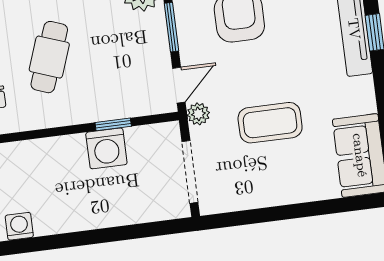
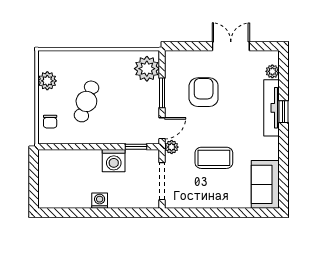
window: (113, 124) -> (136, 147), moved
washing machine: (19, 226) -> (100, 201), moved

